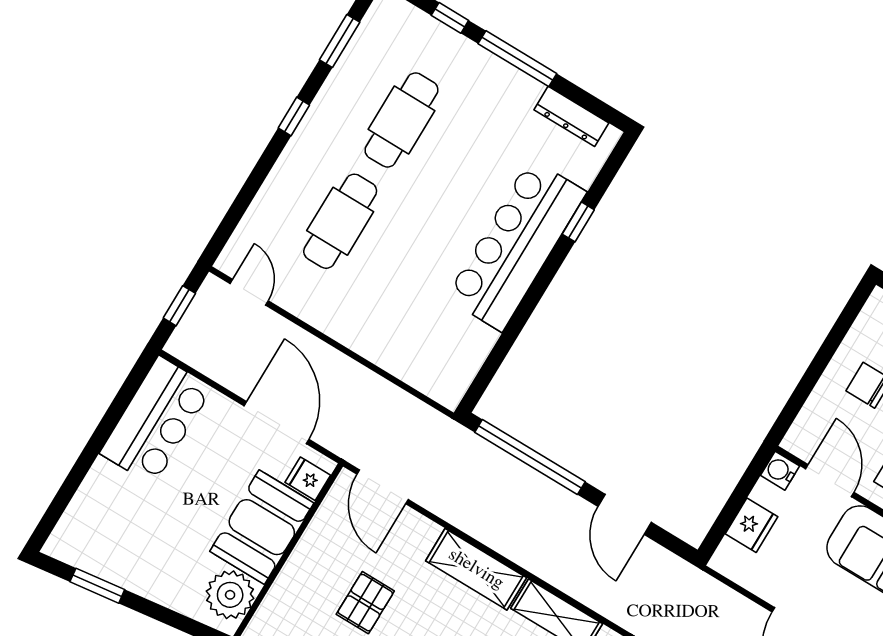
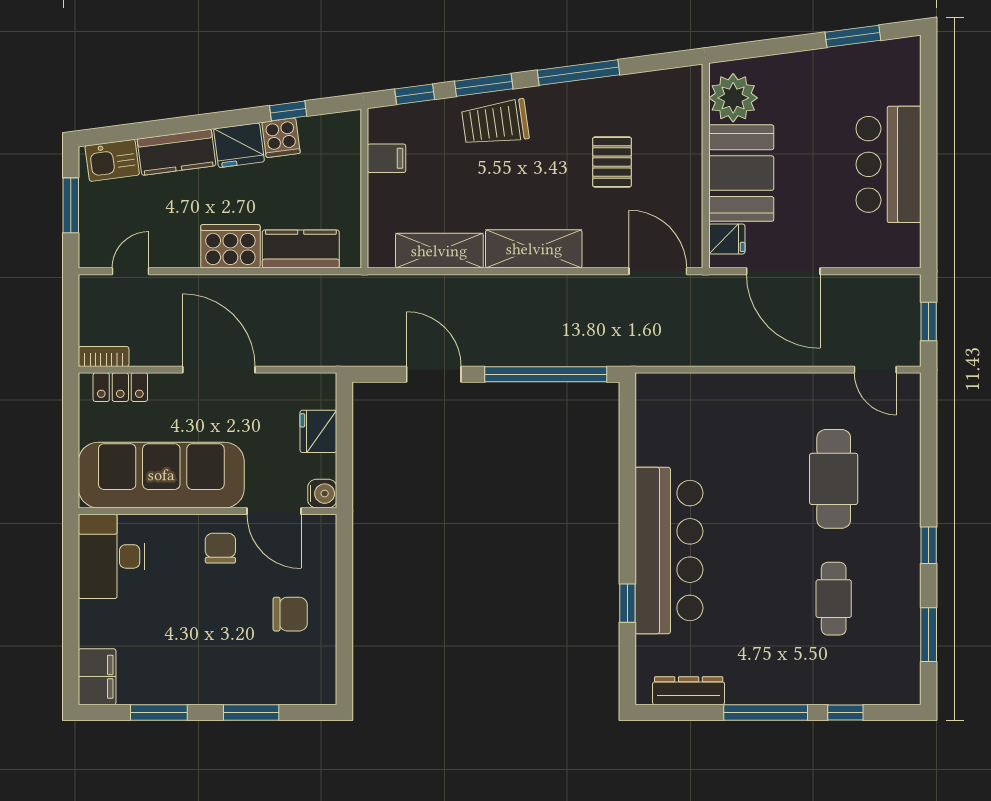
cafe table: (401, 120) -> (834, 599), width x0.73, depth x0.74
bar counter: (156, 421) -> (889, 164), moved

